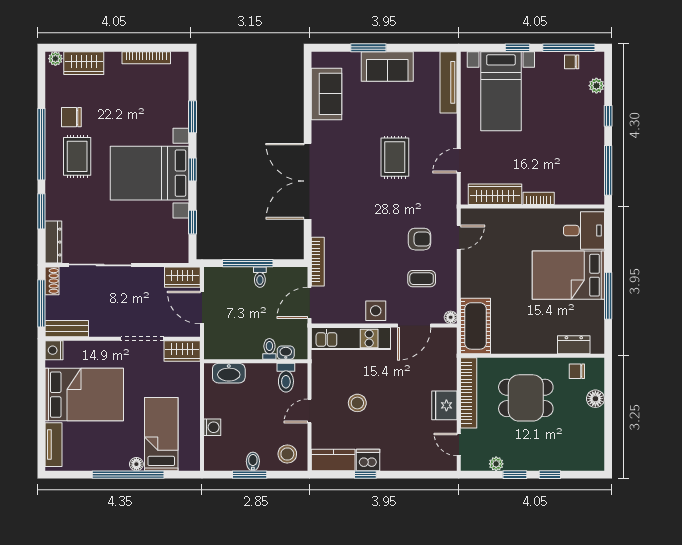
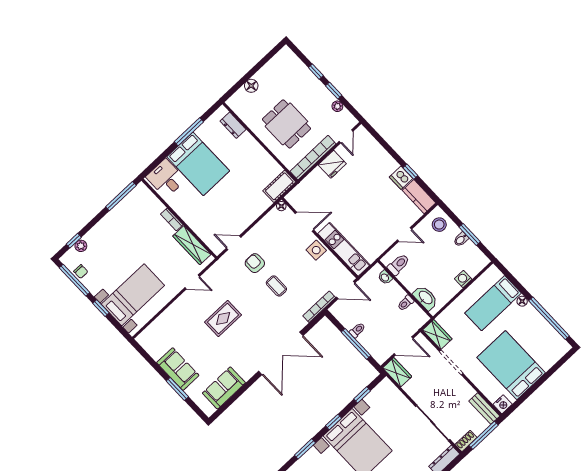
tv unit: (449, 82) -> (155, 328), removed
window: (608, 116) -> (74, 241), moved
coffee table: (422, 279) -> (276, 286), moved
door: (202, 308) -> (404, 346), hinge flipped
cot: (476, 326) -> (279, 186), width x0.73, depth x0.75
toilet: (269, 349) -> (406, 303), moved
chair: (577, 371) -> (246, 110), removed
stool: (357, 403) -> (376, 213), removed
tv unit: (54, 445) -> (554, 356), removed
window: (128, 475) -> (549, 318), moved

